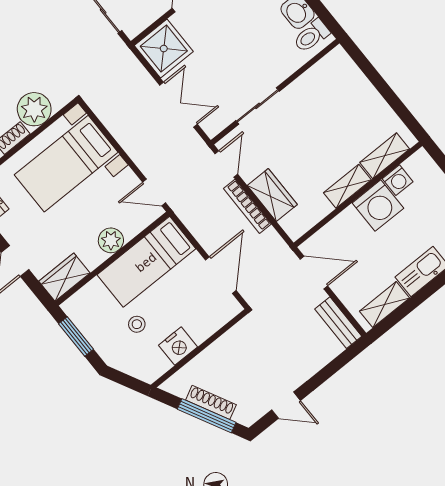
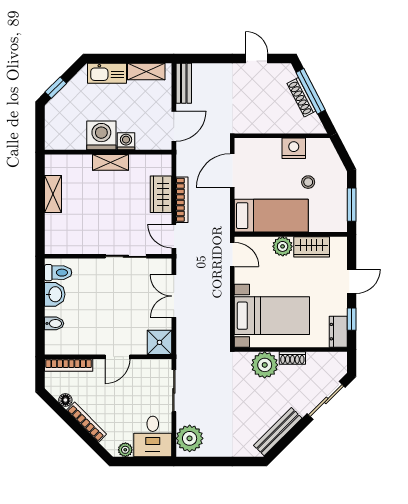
shower: (164, 49) -> (159, 342), width x0.73, depth x0.73
shelving: (385, 156) -> (53, 194), moved, turned 90
door: (226, 164) -> (174, 236), hinge flipped
washing machine: (398, 180) -> (126, 141), moved
door: (314, 272) -> (174, 126), swing flipped
wardrobe: (64, 277) -> (312, 247), moved

